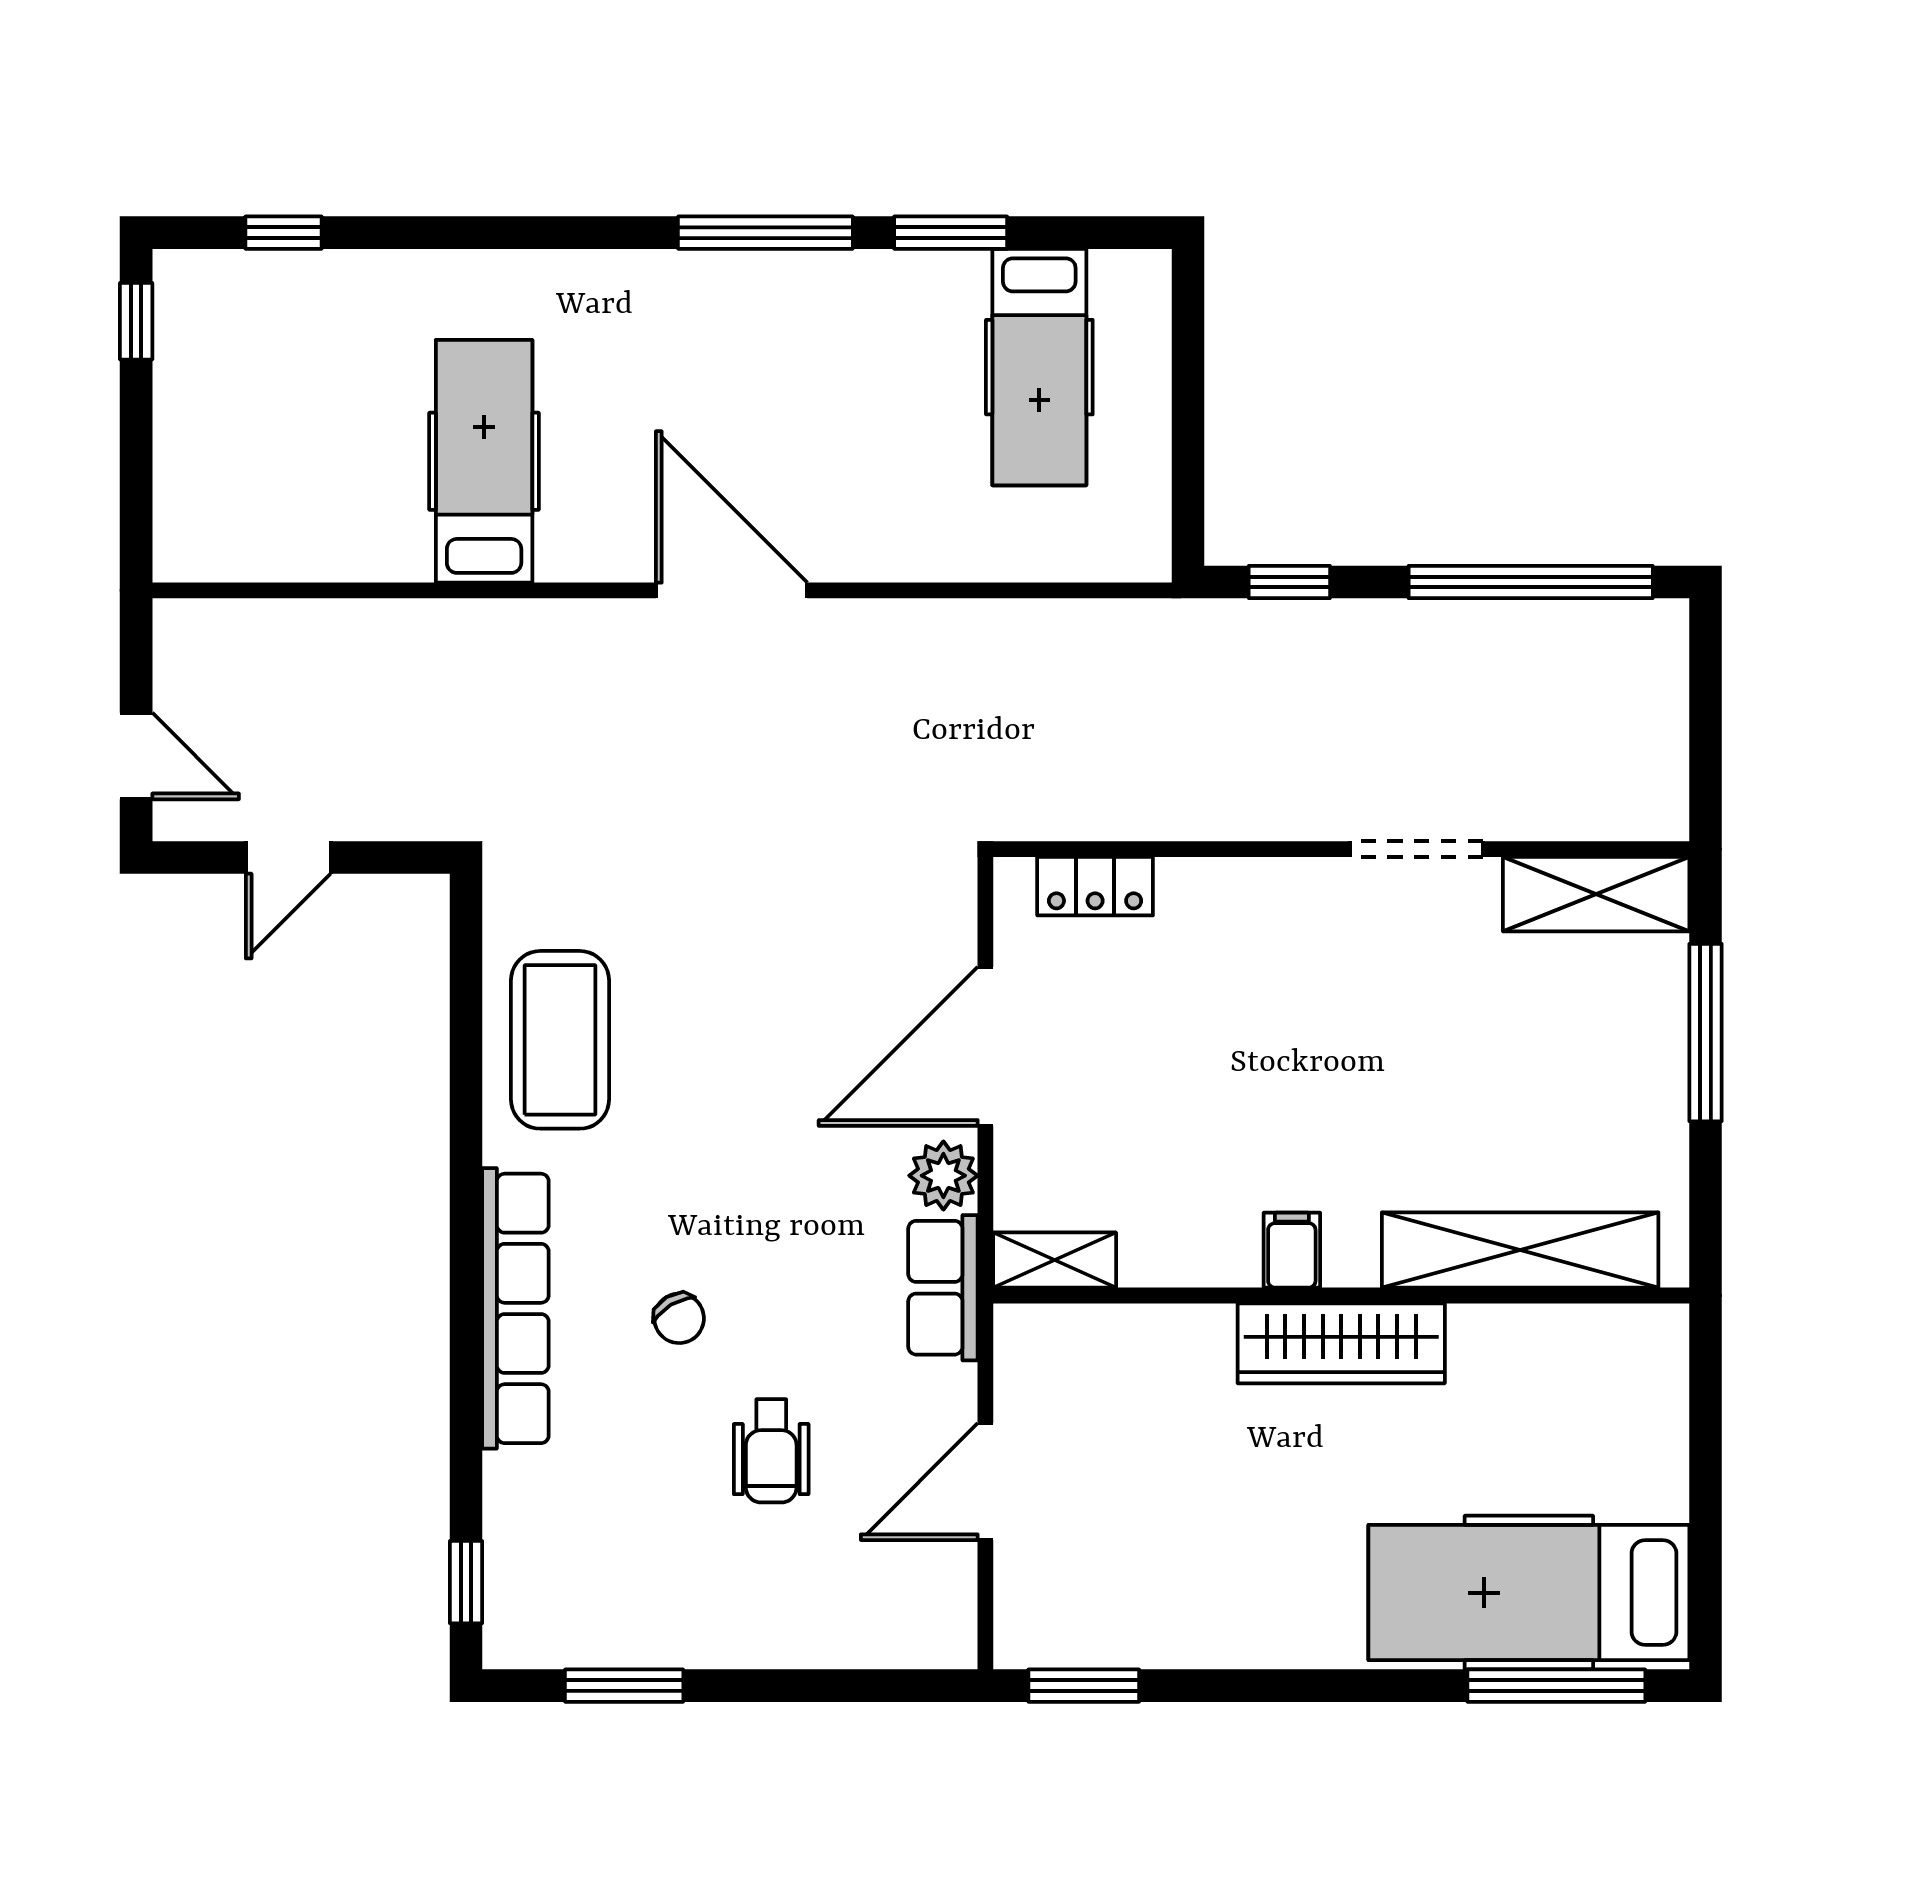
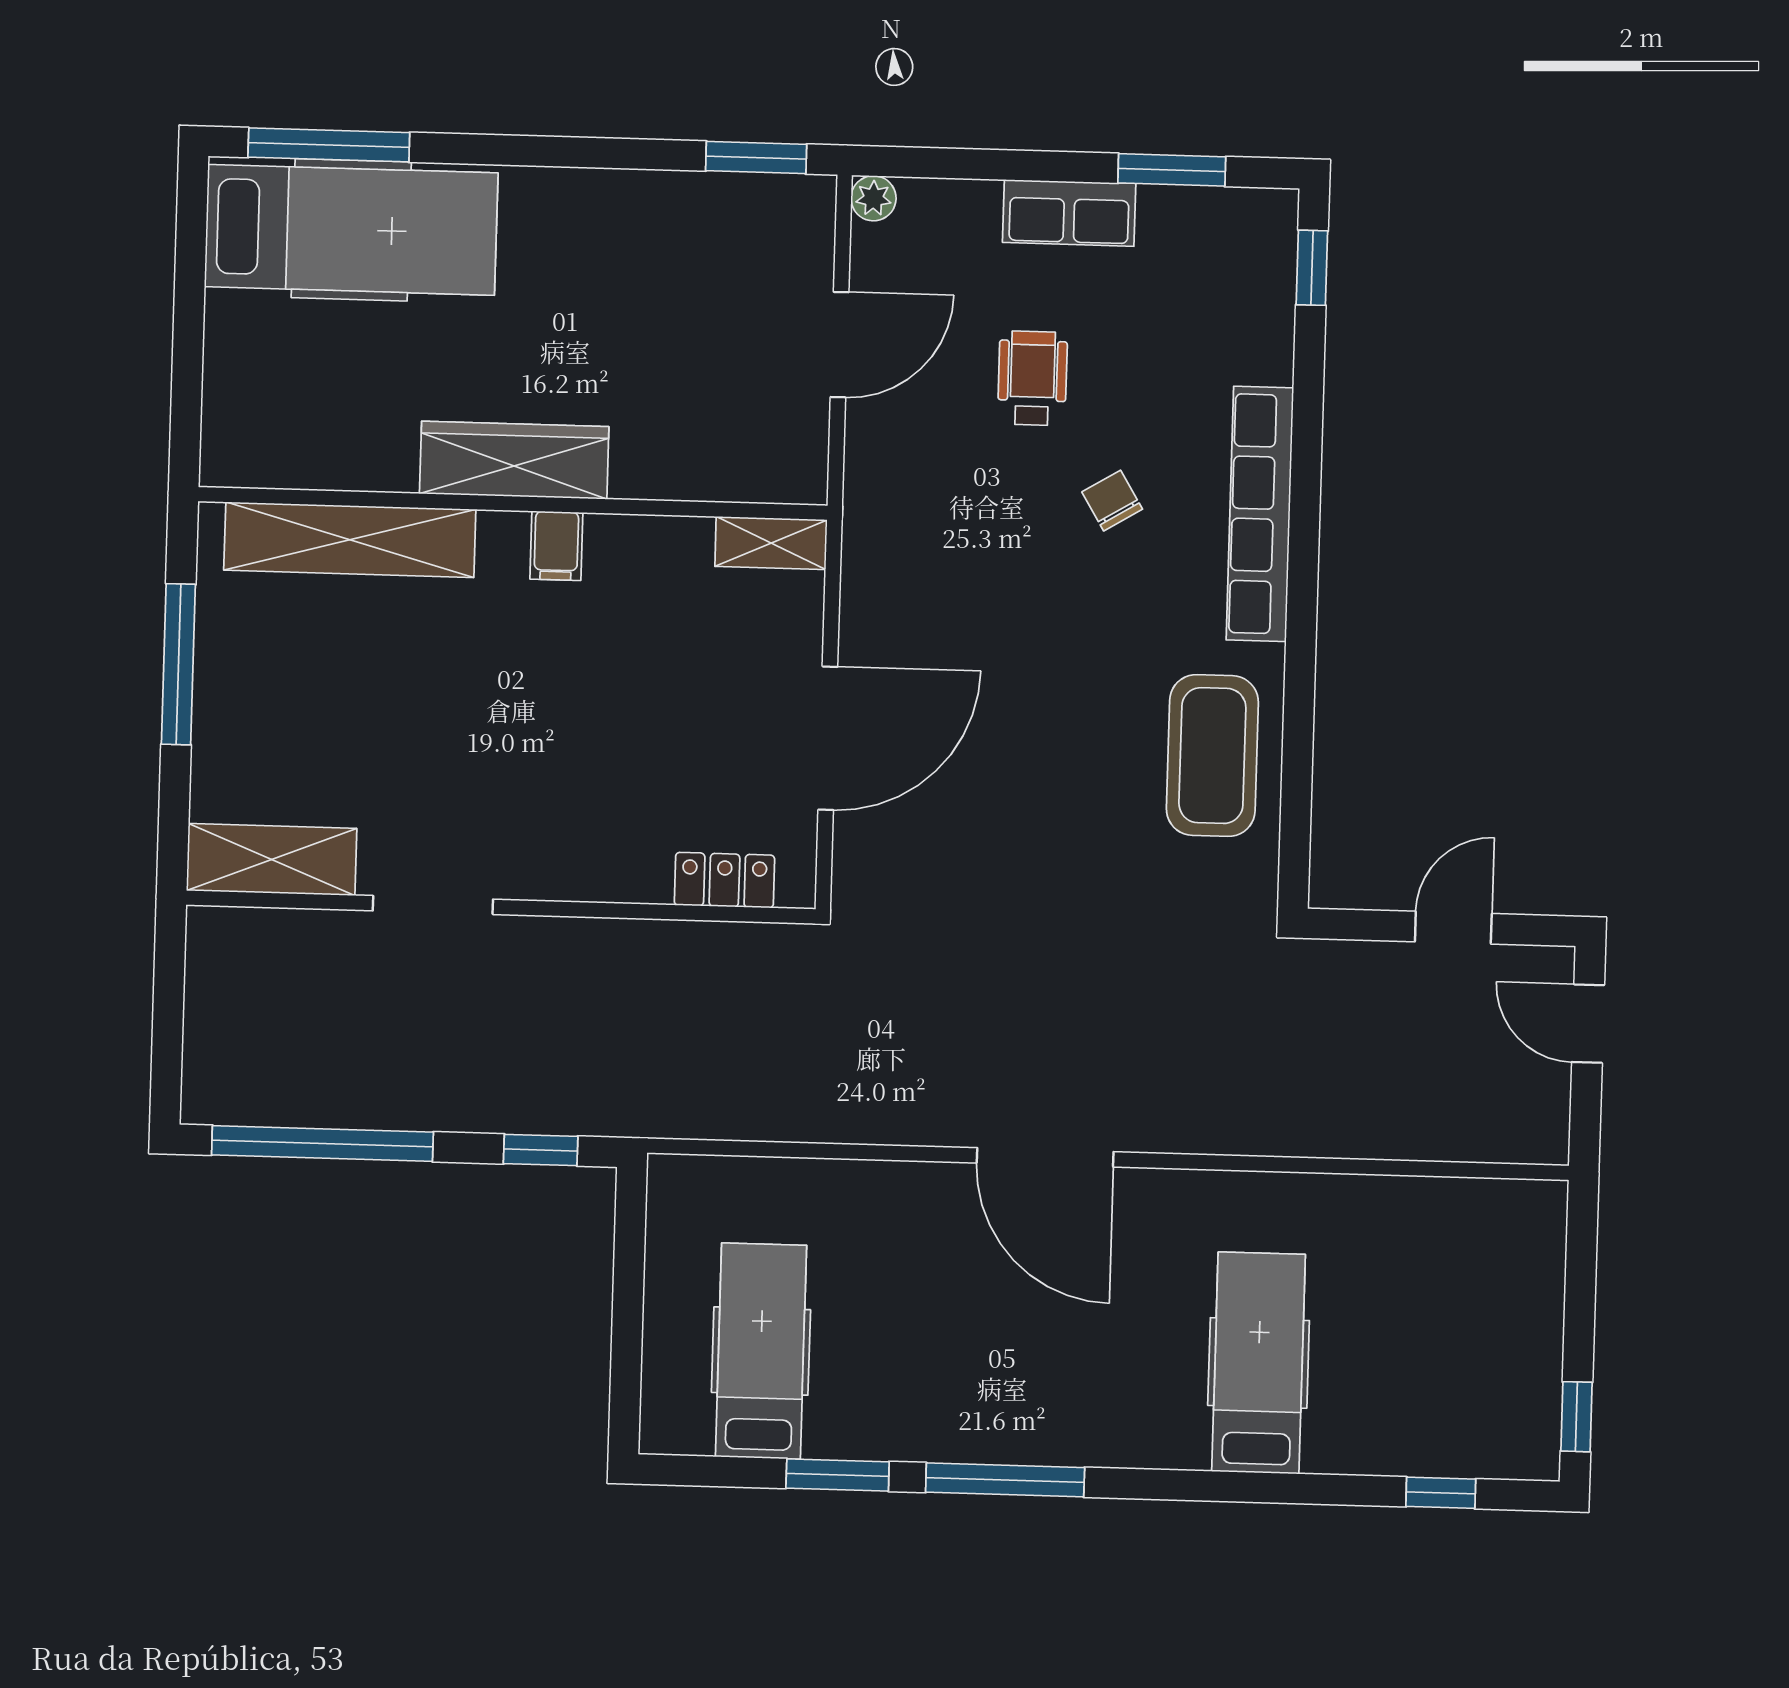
hospital bed: (484, 461) -> (1259, 1363), moved, turned 180
window: (1705, 1033) -> (178, 664), moved
plant: (943, 1176) -> (873, 198), moved, width x0.73, depth x0.73
row of seats: (943, 1288) -> (1069, 213), moved, turned 90

